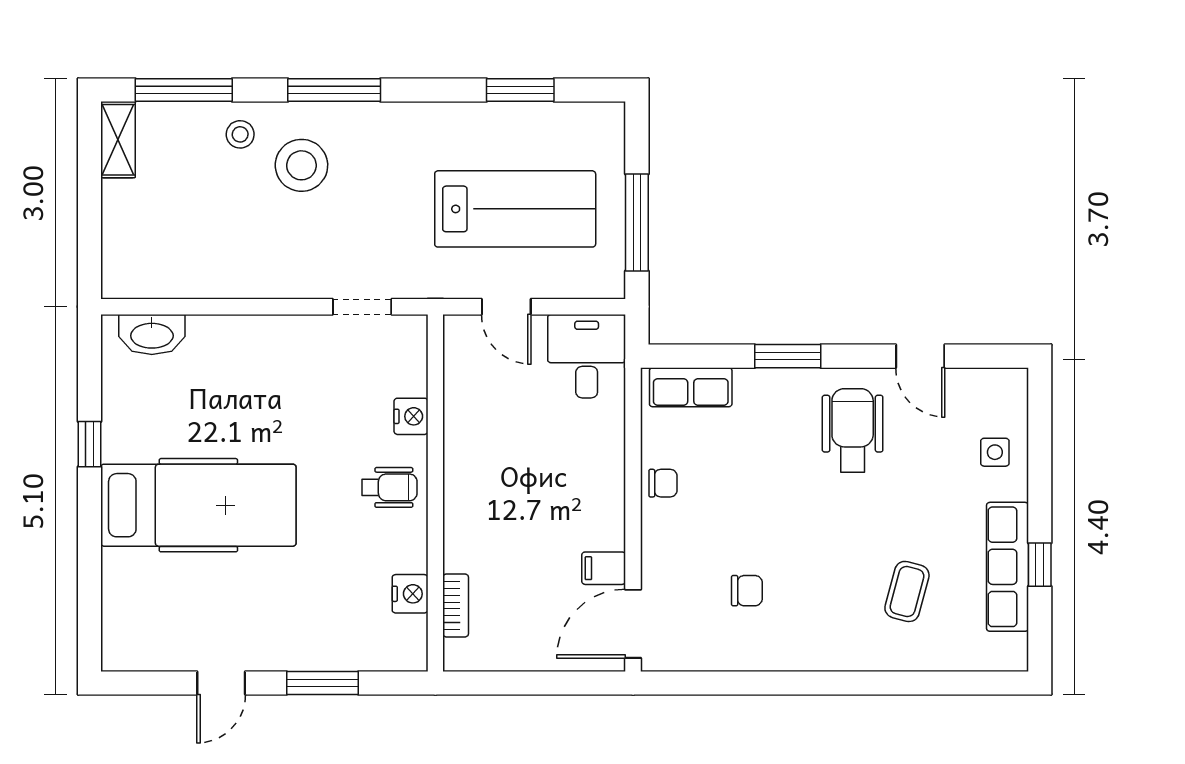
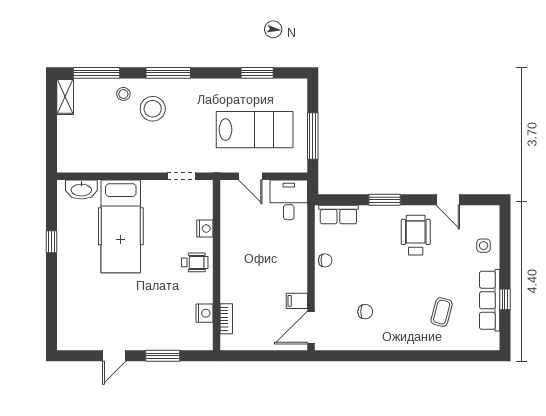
hospital bed: (198, 505) -> (121, 226), moved, turned 90

